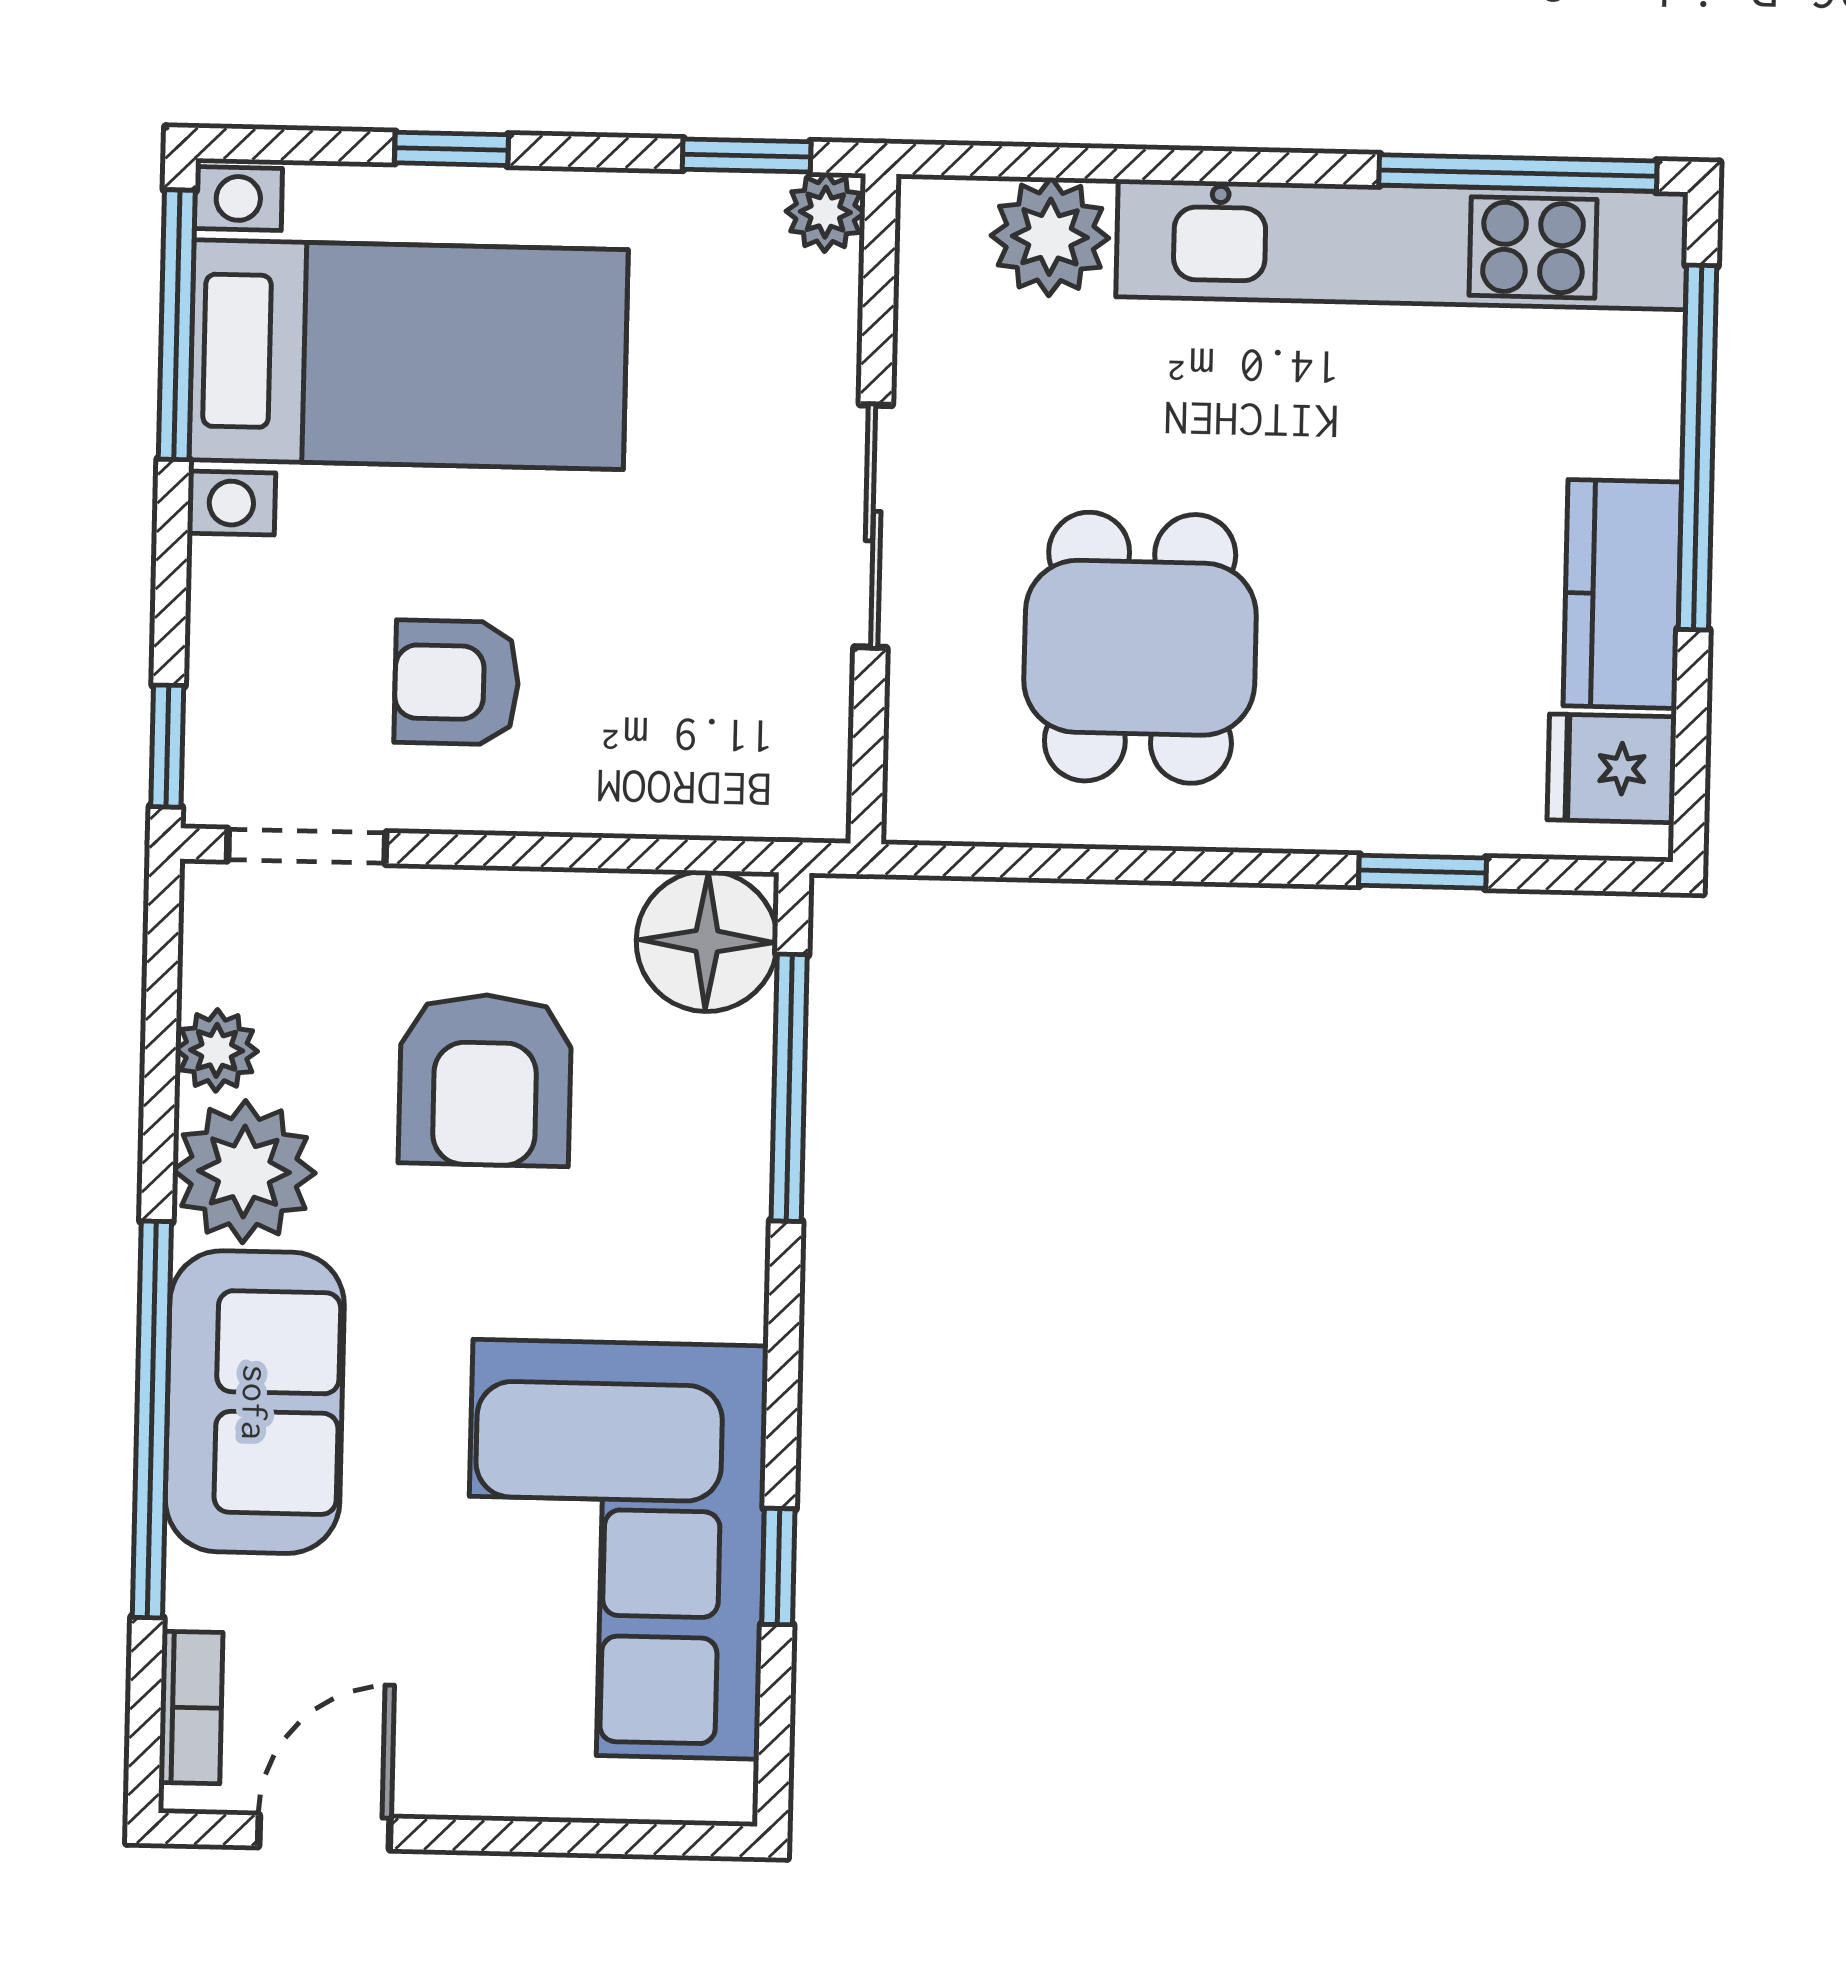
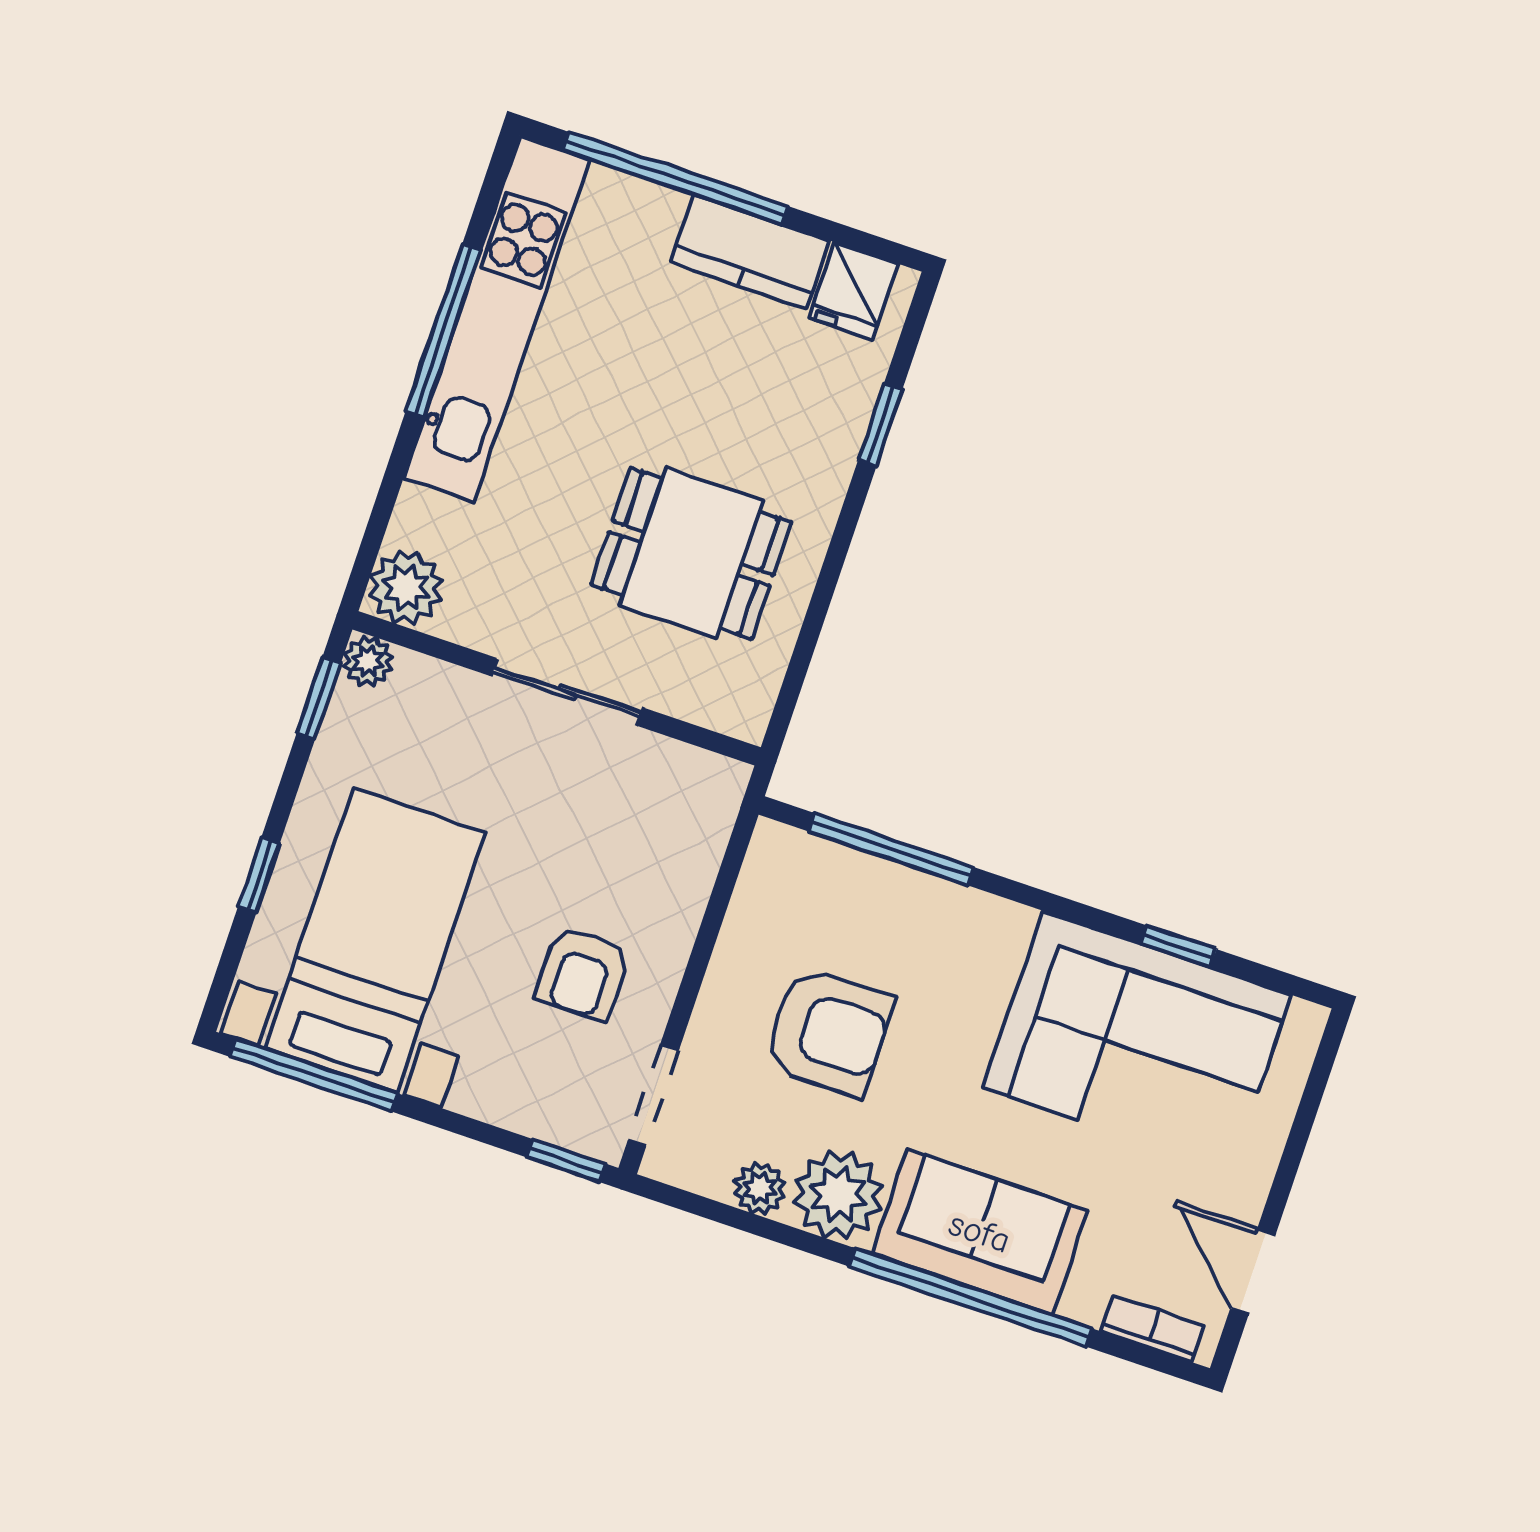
window: (1518, 173) -> (443, 330), moved
plant: (1050, 237) -> (406, 588), moved
floor lamp: (707, 941) -> (787, 871), removed

